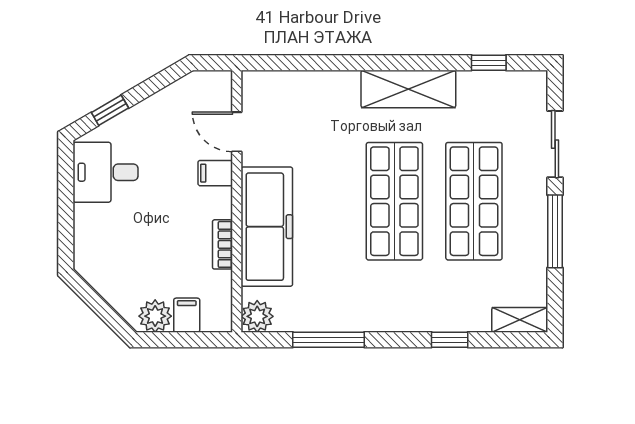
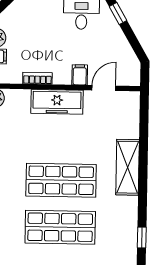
shelving: (408, 89) -> (128, 167), moved
freezer: (267, 227) -> (57, 102), width x0.73, depth x0.79

